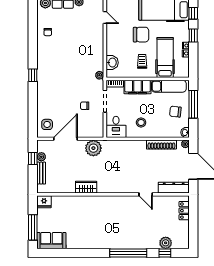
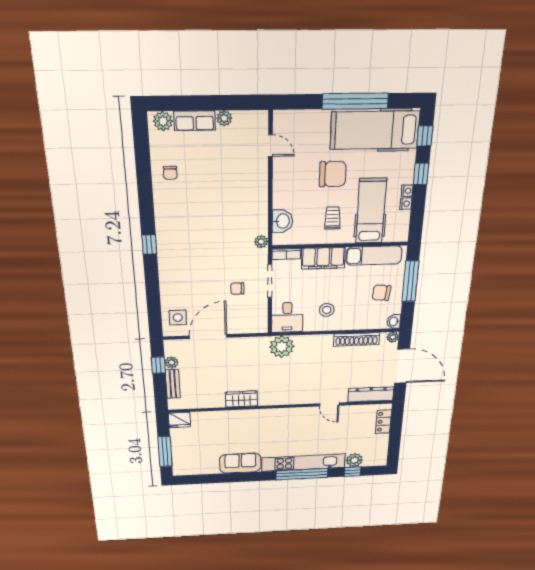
plant: (93, 148) -> (282, 347), moved
sofa: (51, 241) -> (240, 463), moved
kitchen unit: (129, 243) -> (304, 463), added

